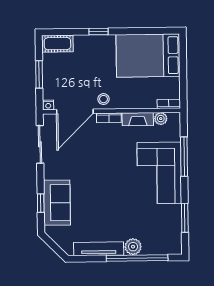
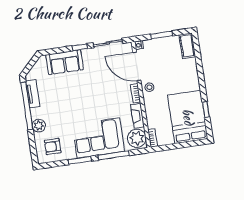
window: (98, 32) -> (206, 110), moved
plant: (161, 119) -> (137, 138), width x1.88, depth x1.88
window: (41, 203) -> (80, 47), moved
window: (185, 218) -> (80, 160), moved
armchair: (162, 233) -> (53, 147), added
tv unit: (99, 249) -> (33, 94), width x0.71
window: (137, 258) -> (27, 106), moved

